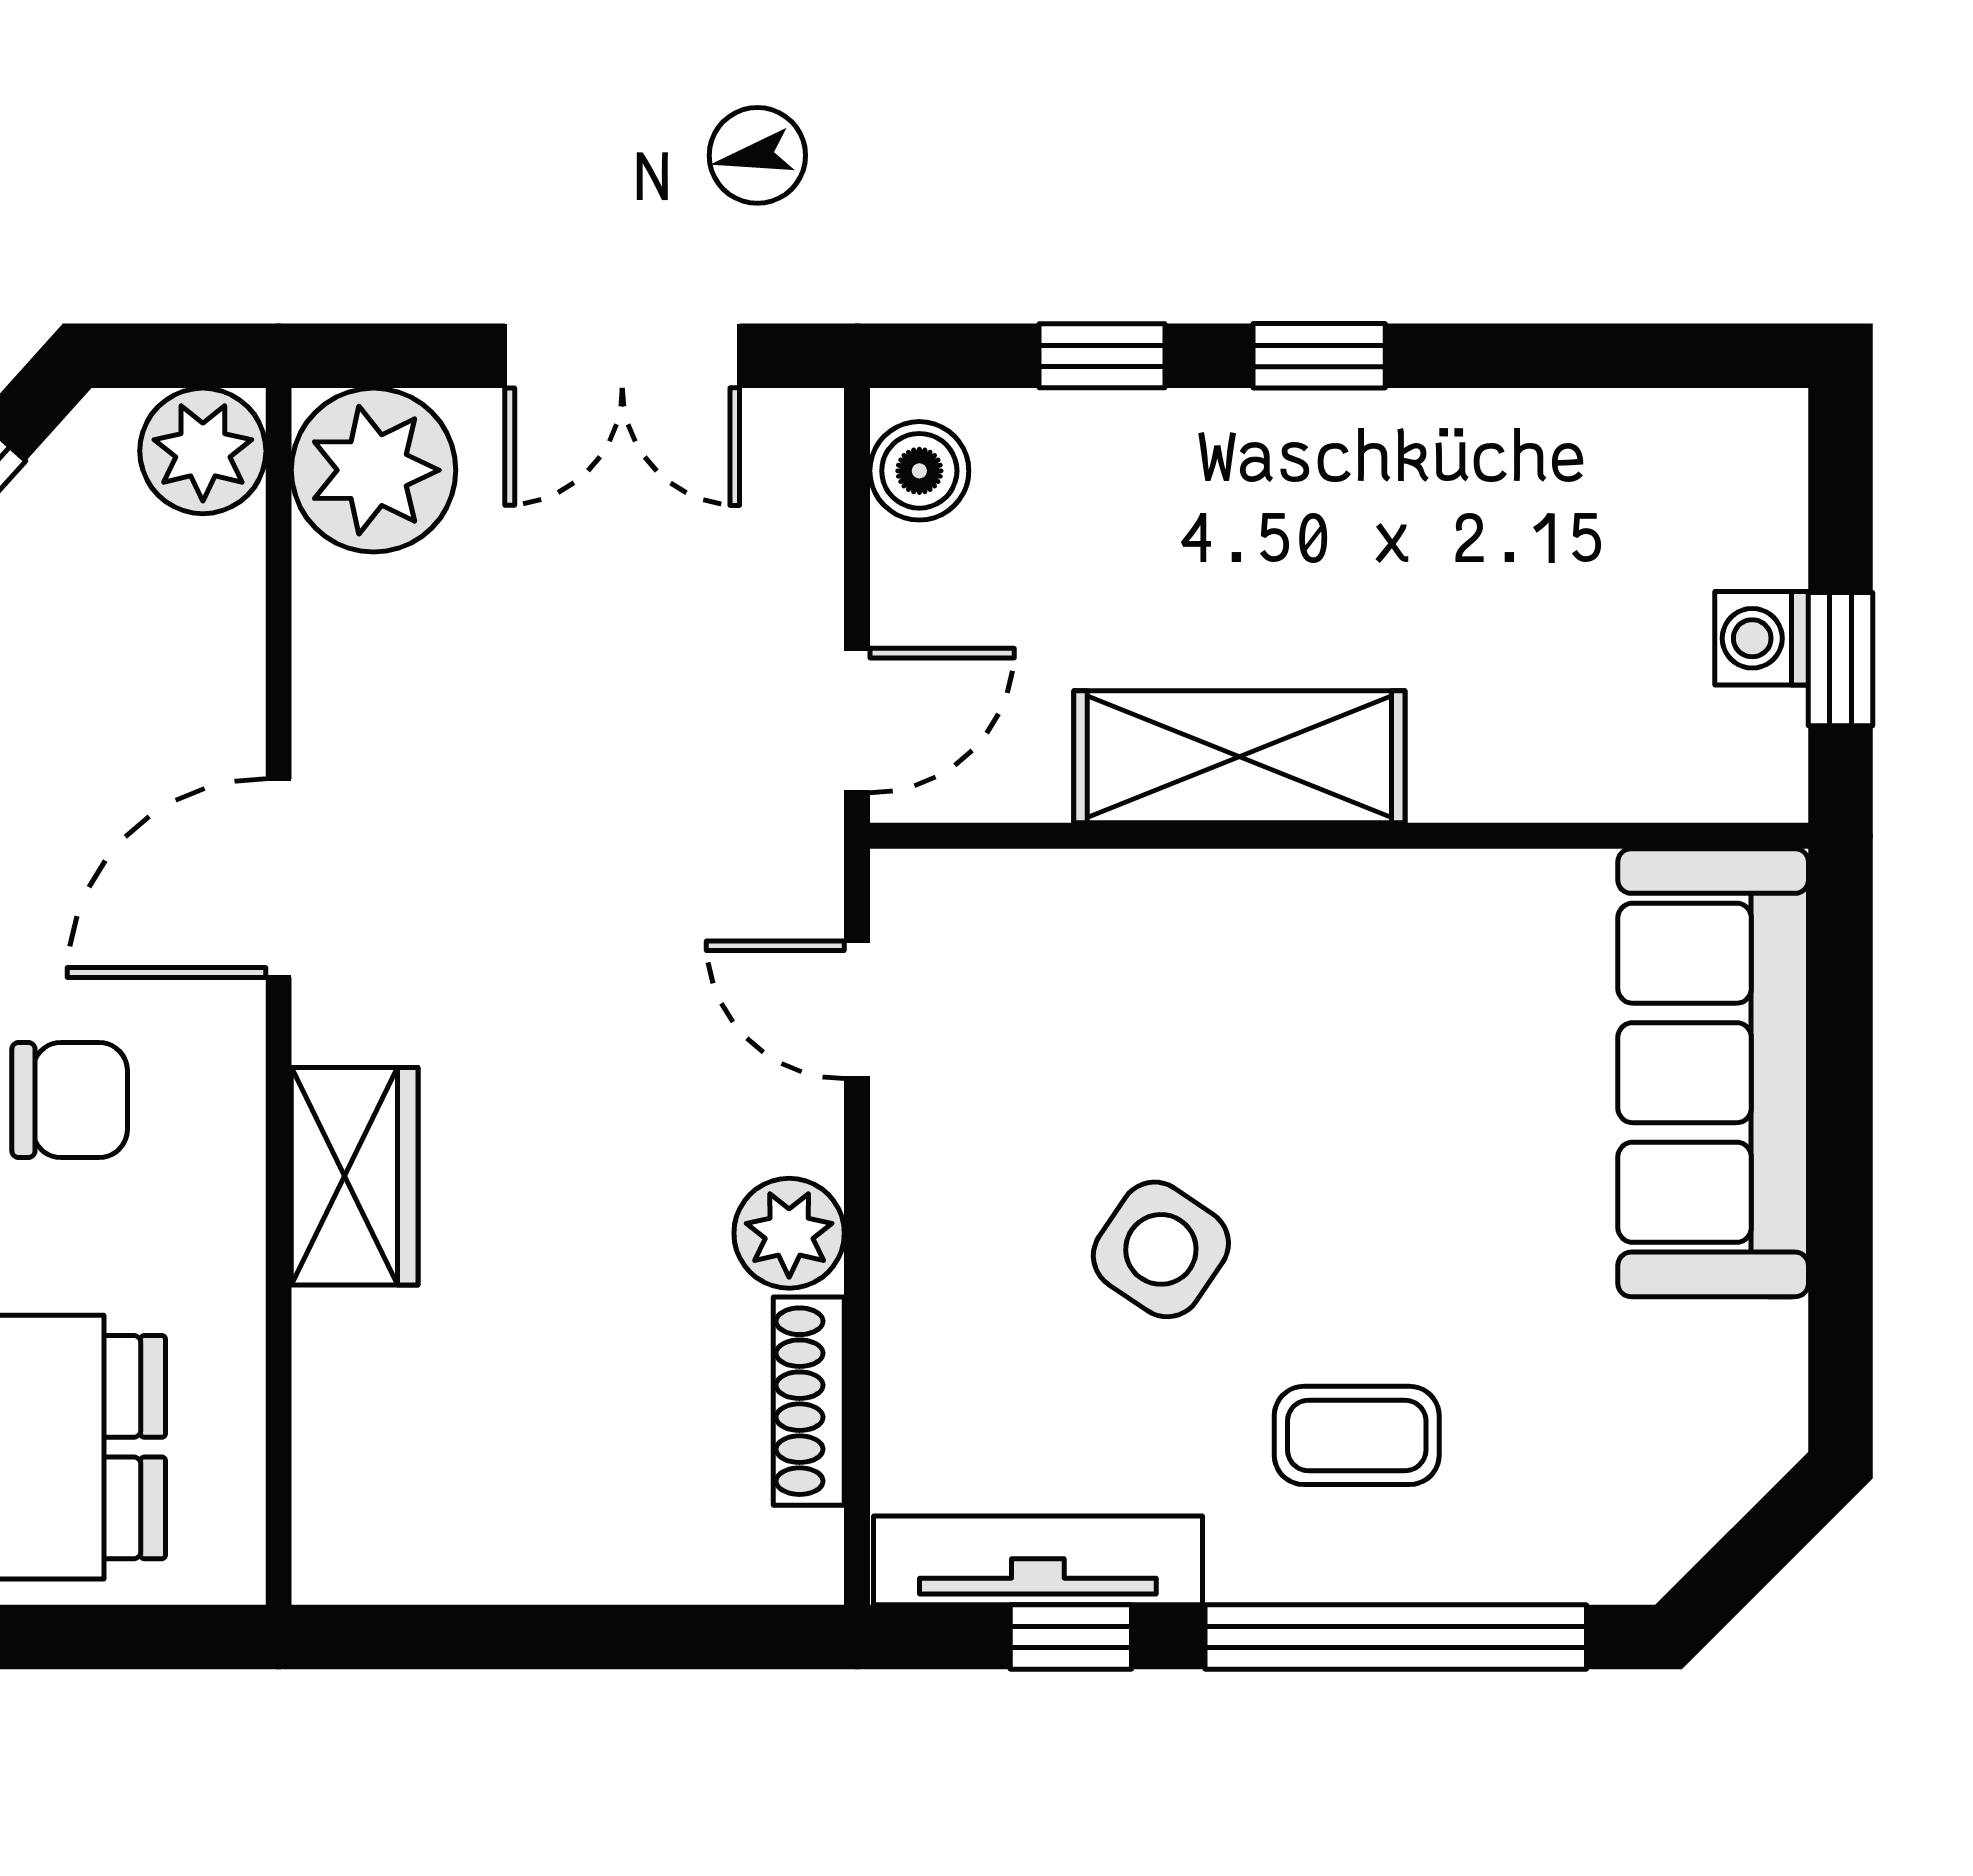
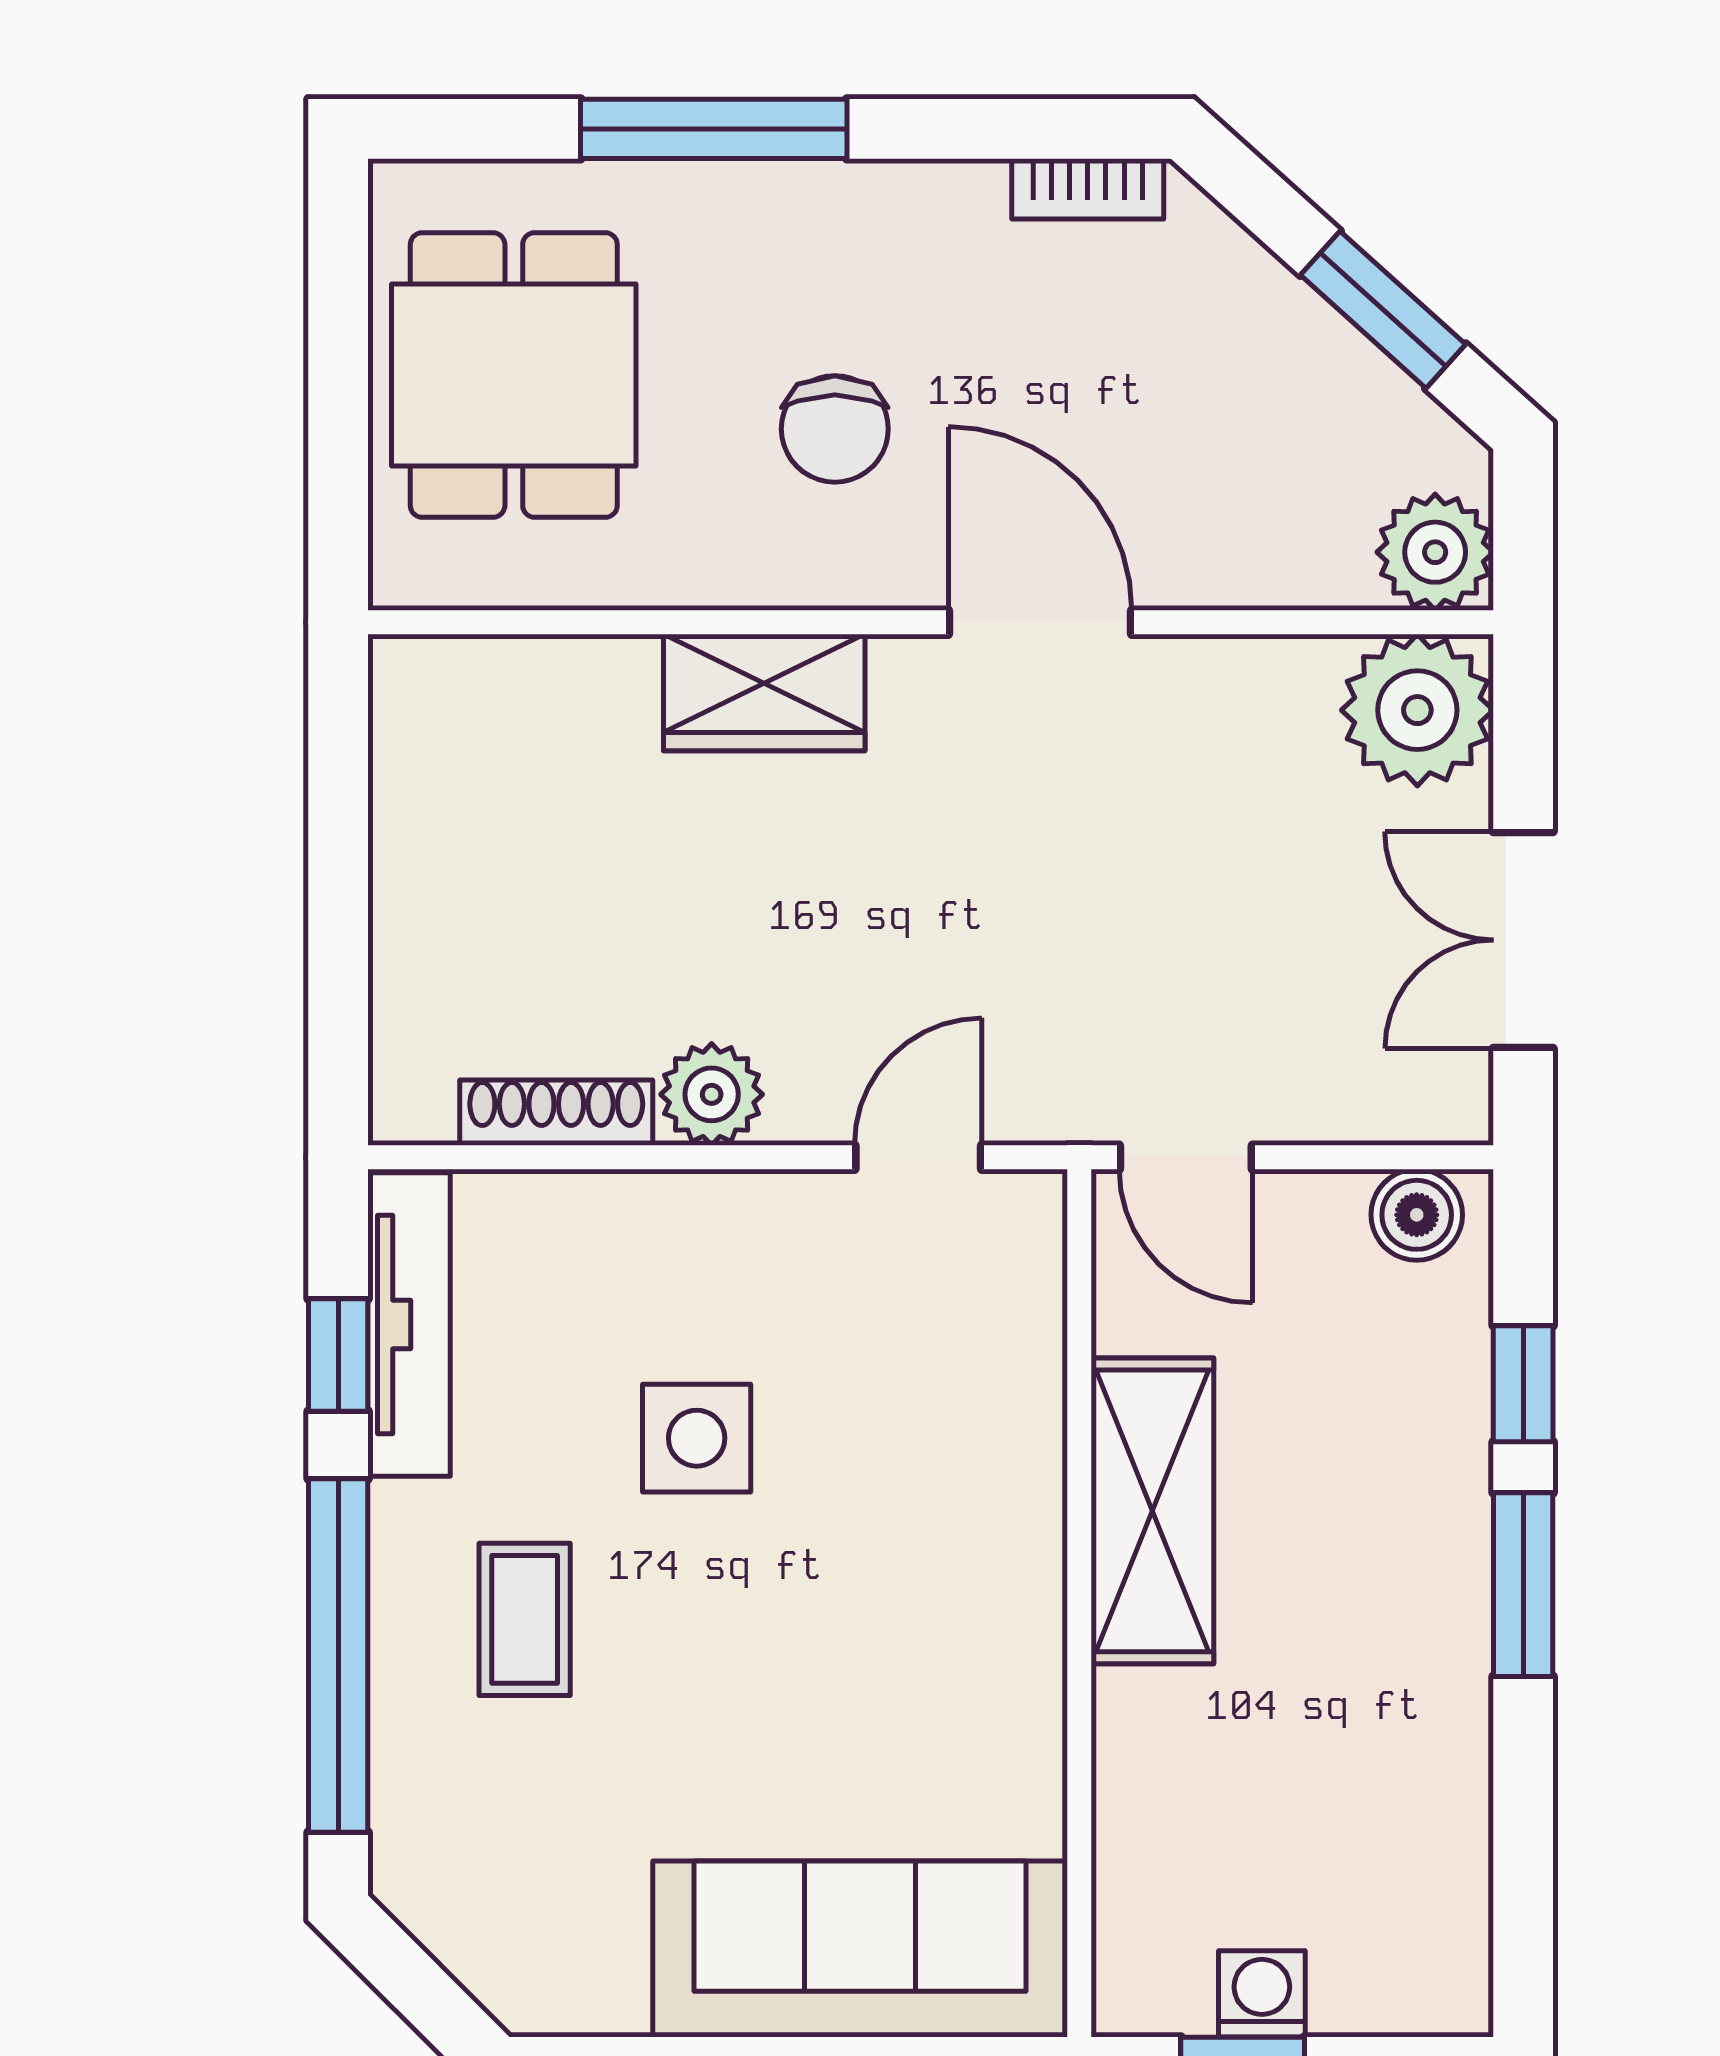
window: (1319, 356) -> (1523, 1585), width x1.50
side table: (1161, 1249) -> (697, 1438), turned -34

